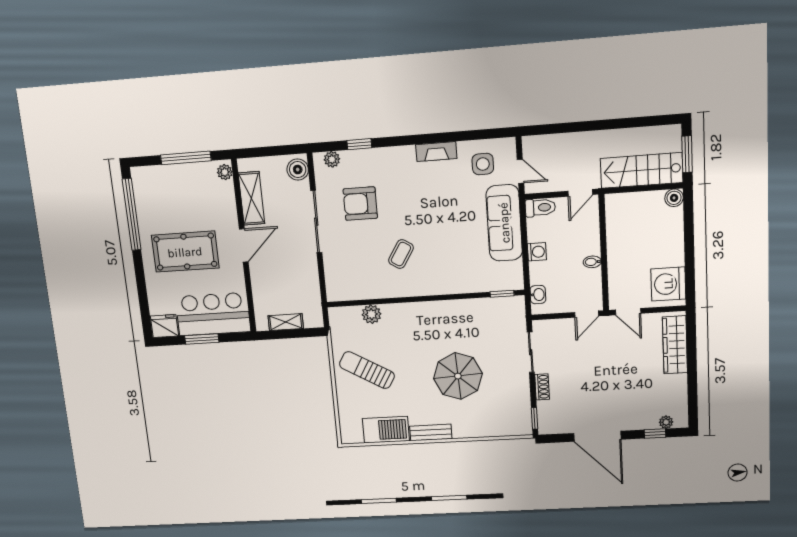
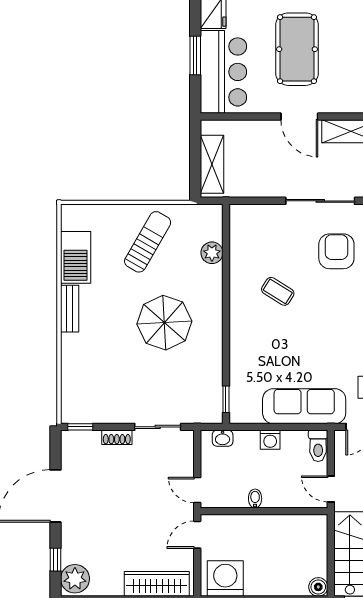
shelving: (286, 322) -> (212, 164), width x1.50, depth x1.33
parasol: (458, 376) -> (164, 323), moved
plant: (666, 422) -> (75, 579), width x1.88, depth x1.88

